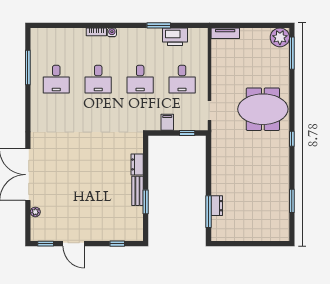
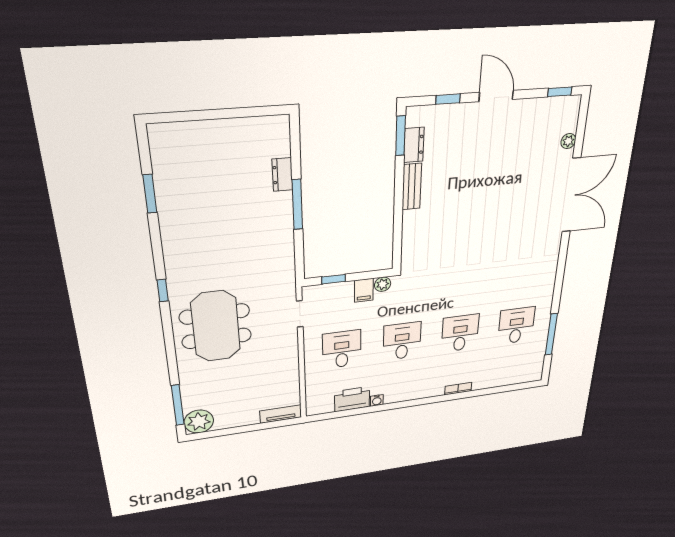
window: (159, 25) -> (375, 409), removed
water cooler: (112, 32) -> (377, 400), moved
meeting table: (263, 109) -> (216, 326), turned 90
plant: (155, 125) -> (383, 284), added
dresser: (137, 164) -> (414, 145), moved
window: (146, 202) -> (401, 136), moved
window: (208, 212) -> (297, 204), moved
door: (74, 244) -> (496, 96), moved

